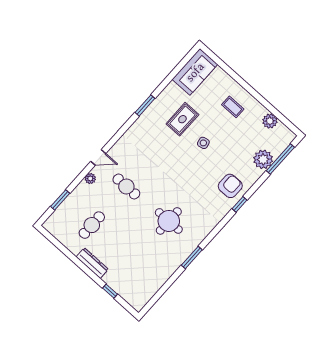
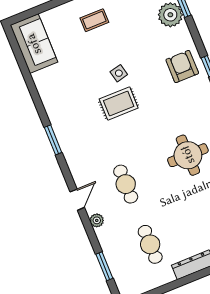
window: (145, 105) -> (53, 140), moved
rug: (182, 119) -> (119, 104), moved, turned 90
cafe table: (126, 187) -> (126, 184), turned 90

